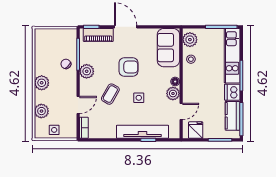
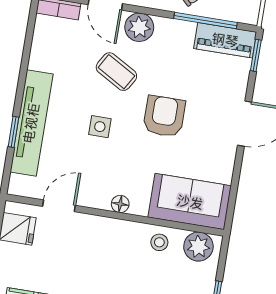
piano: (98, 35) -> (225, 40), moved, turned -90
armchair: (129, 67) -> (164, 116), turned 180
plant: (87, 71) -> (139, 27), moved
plant: (173, 93) -> (97, 196), removed
door: (181, 111) -> (59, 206), swing flipped

